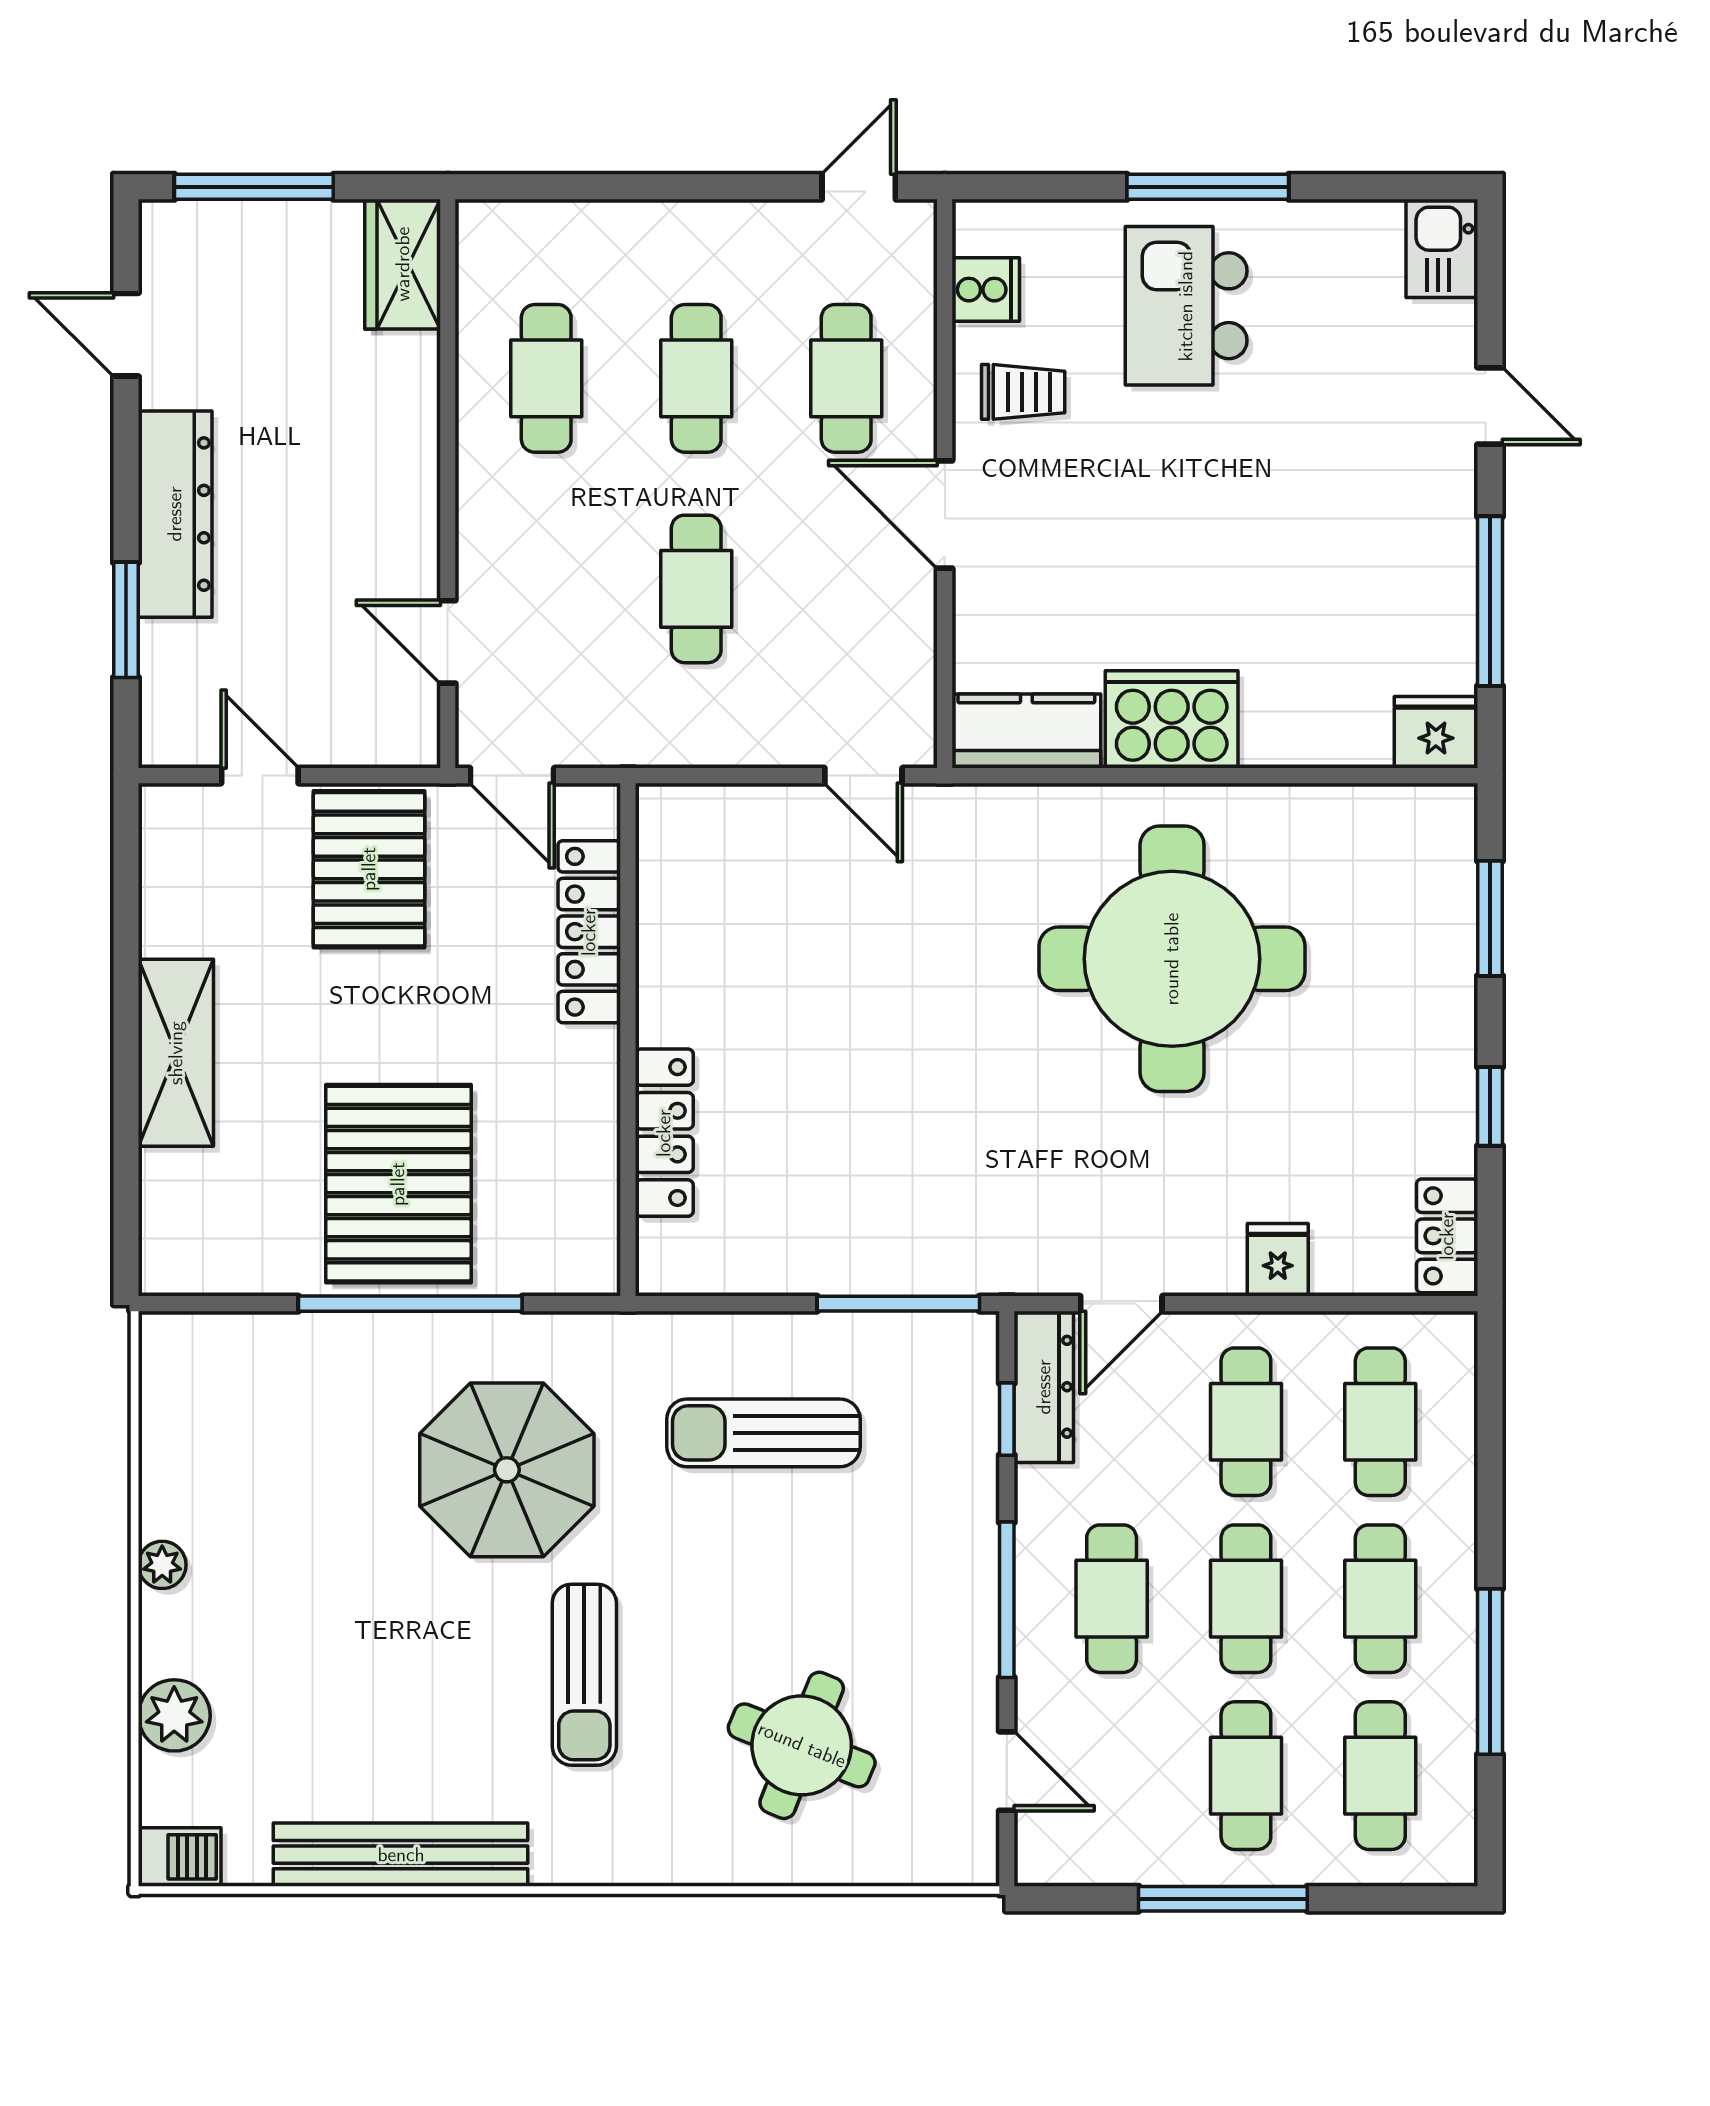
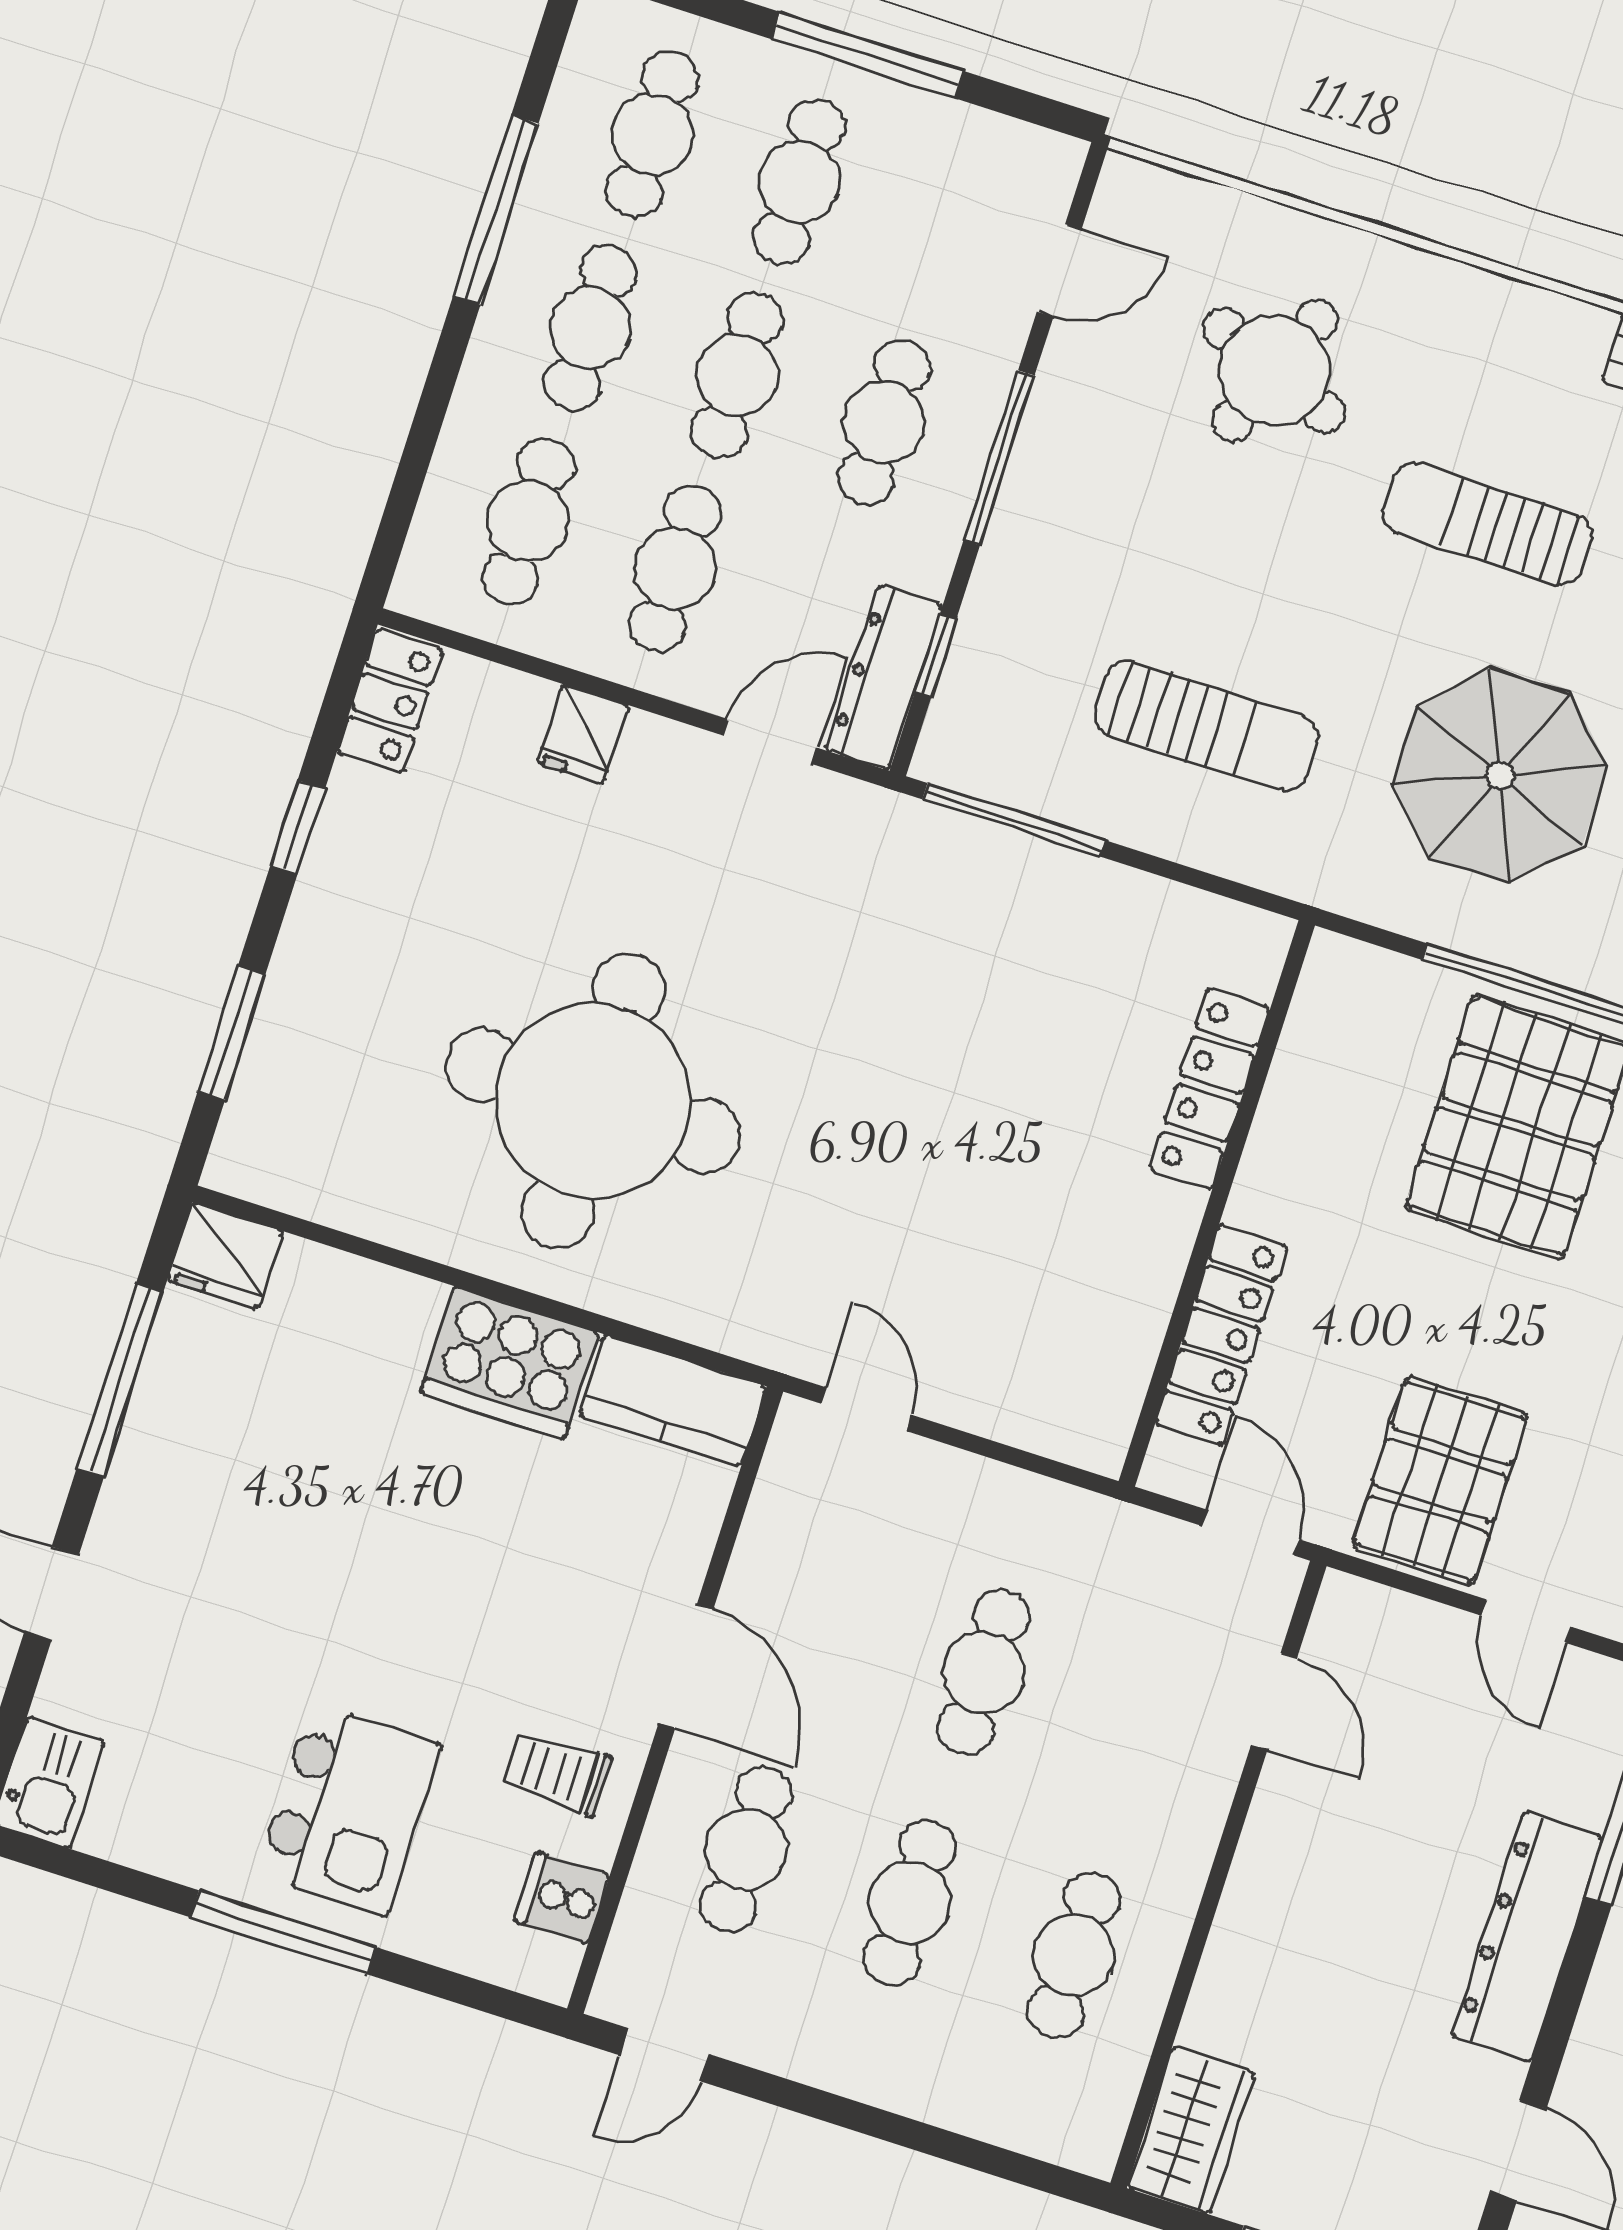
sun lounger: (584, 1675) -> (1487, 524), turned -90
door: (1007, 1771) -> (1059, 271), swing flipped

